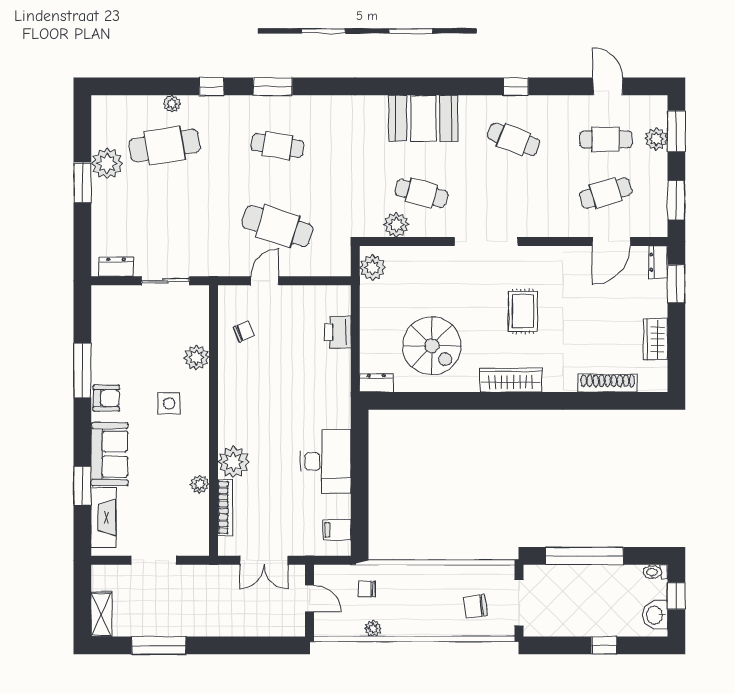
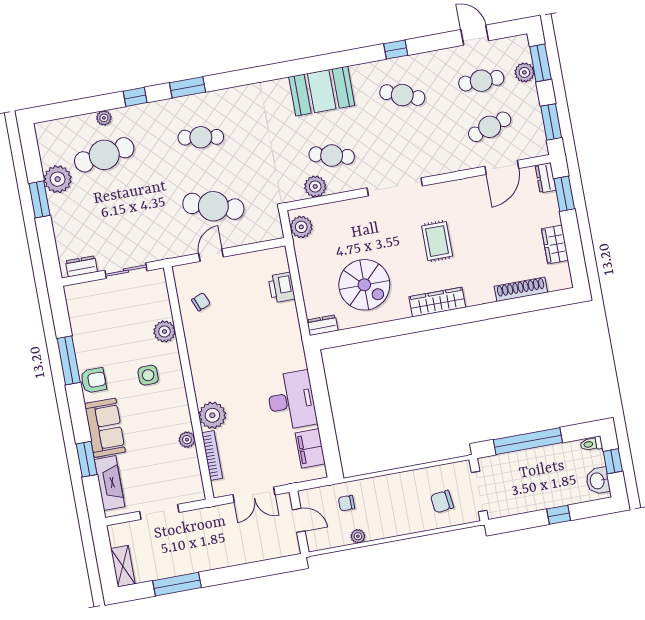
filing cabinet: (337, 530) -> (310, 448), width x2.00

